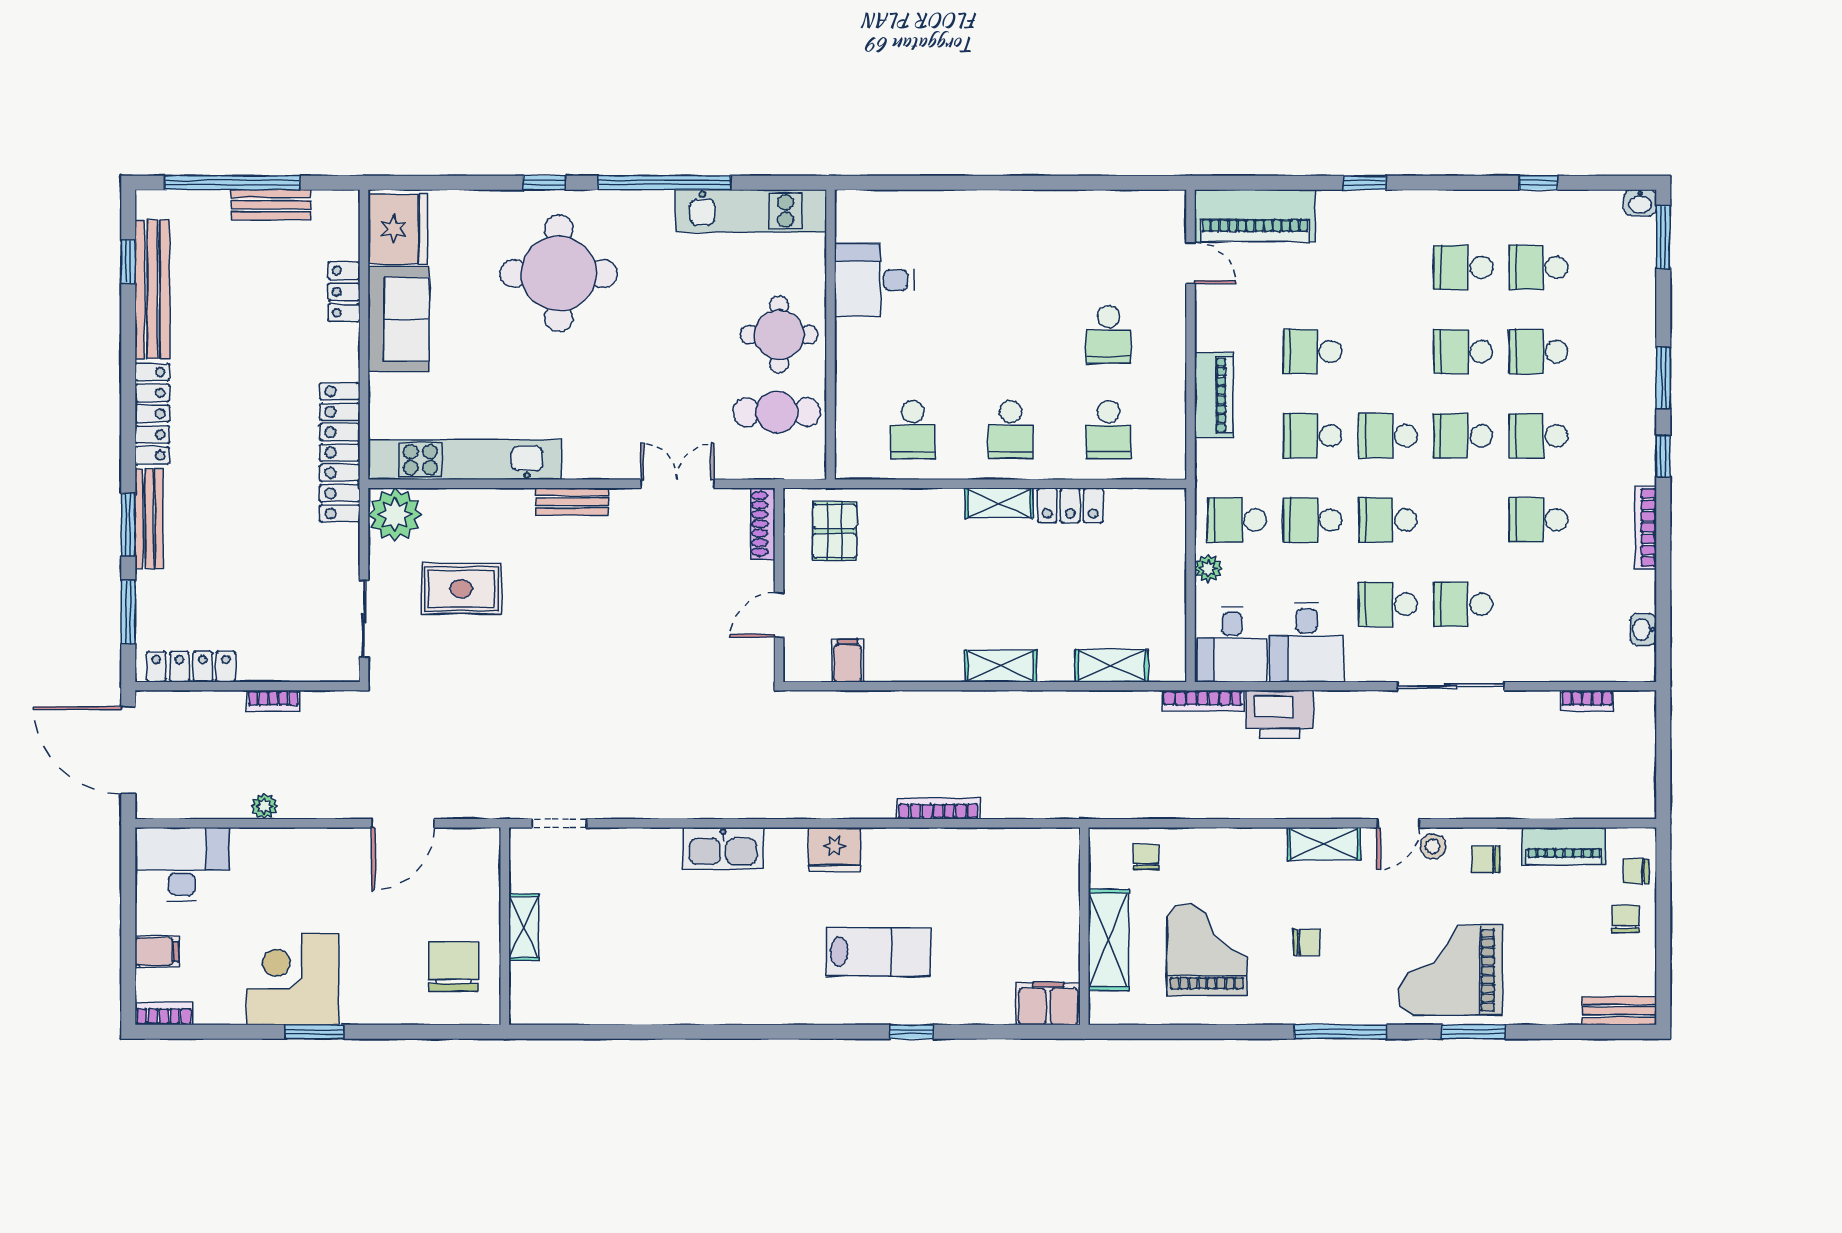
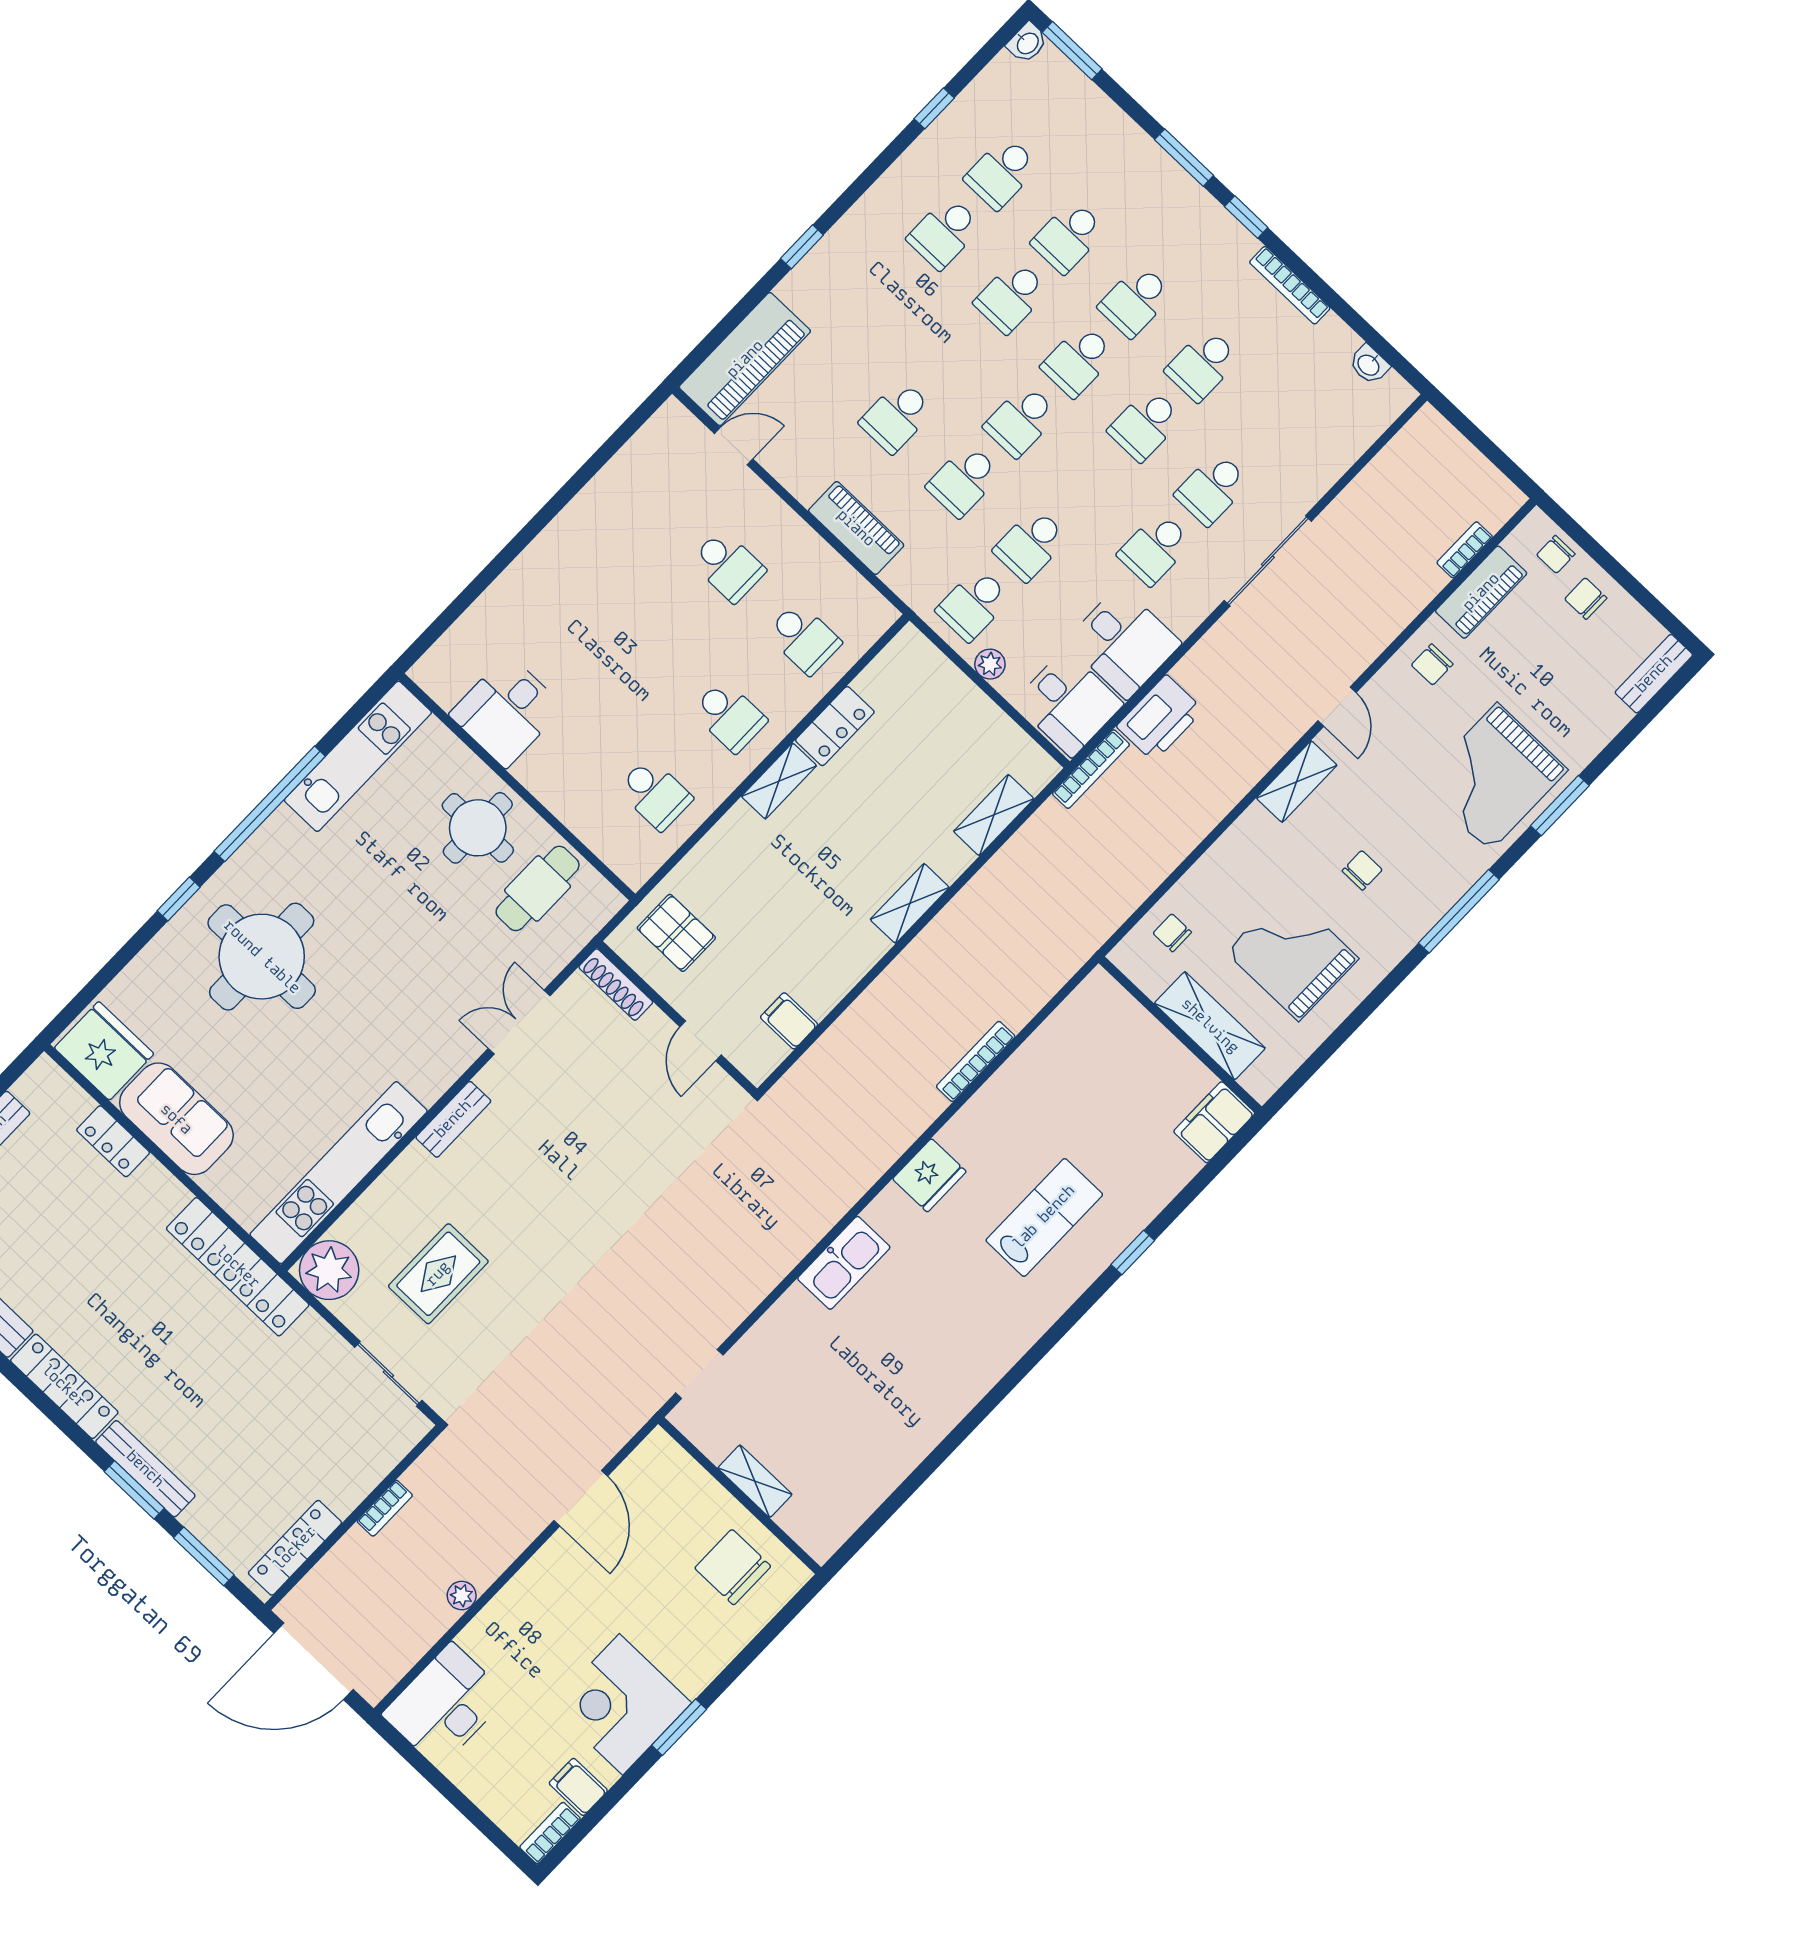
school desk: (1388, 520) -> (1145, 425), moved
bookcase: (1587, 701) -> (1465, 550), moved, turned 180
stool: (1433, 846) -> (1382, 697), removed
filing cabinet: (157, 952) -> (578, 1787), moved, turned -90

